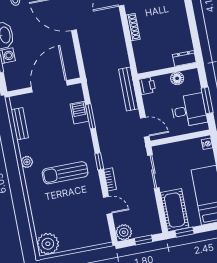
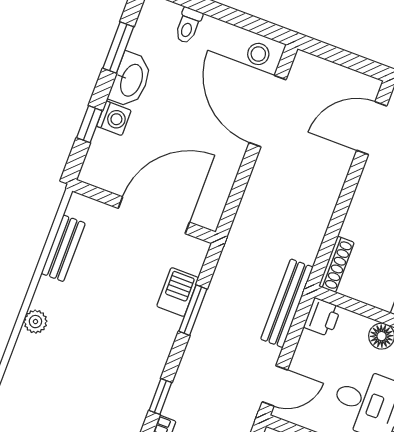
shoe rack: (133, 27) -> (336, 264), moved
door: (145, 127) -> (275, 386), hinge flipped
sun lounger: (65, 173) -> (90, 380), removed

